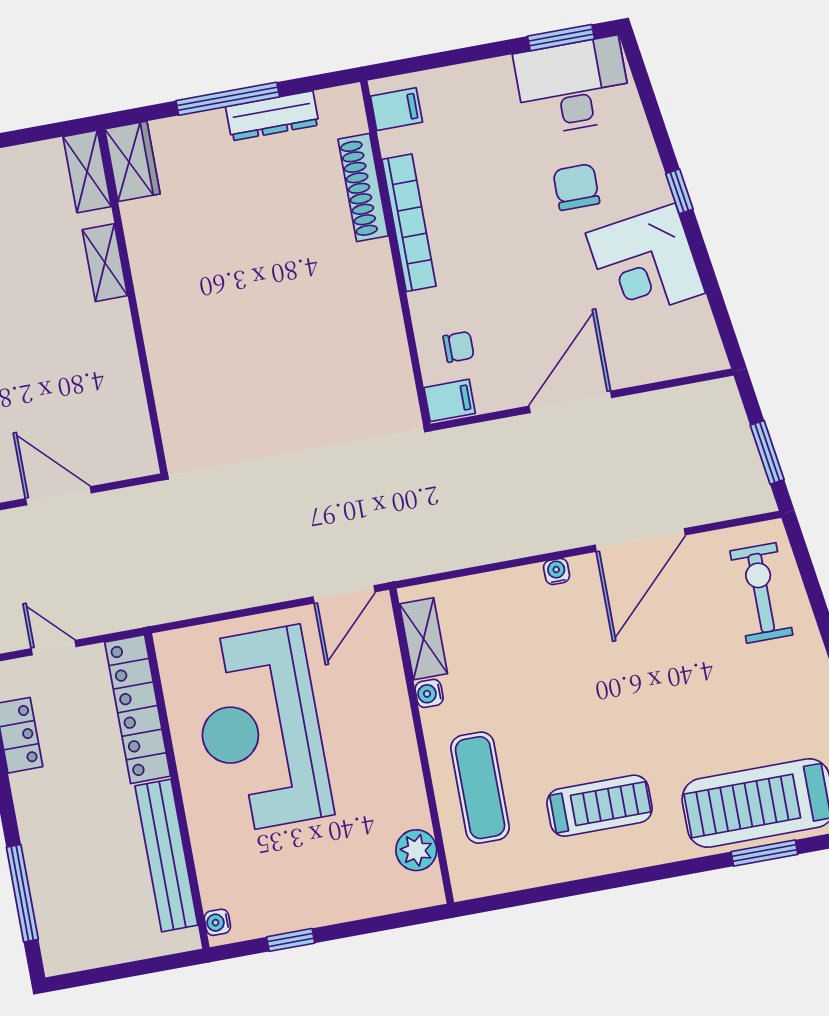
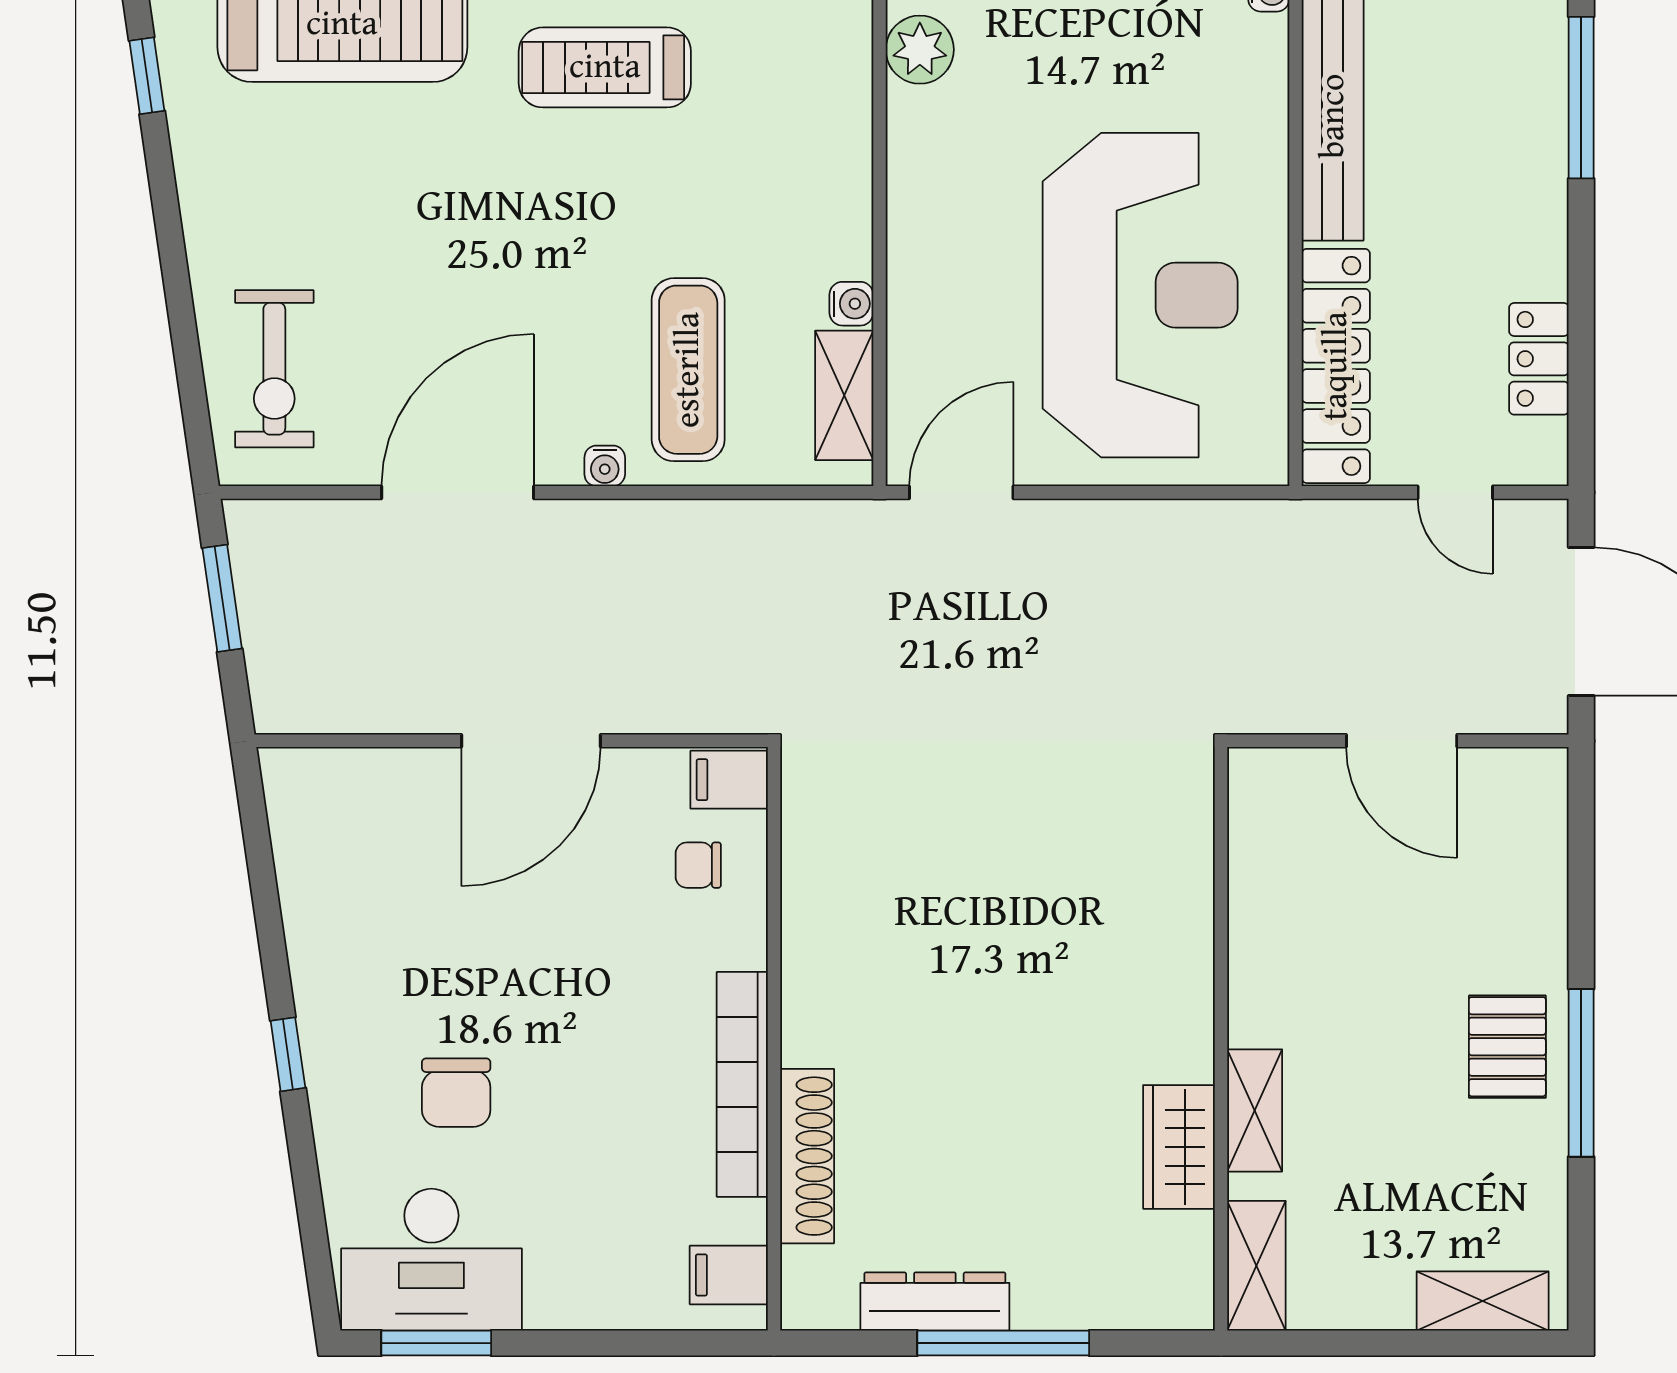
wardrobe: (132, 161) -> (1179, 1147), moved
corner desk: (645, 263) -> (365, 946), removed
exercise mat: (480, 788) -> (688, 370), moved

